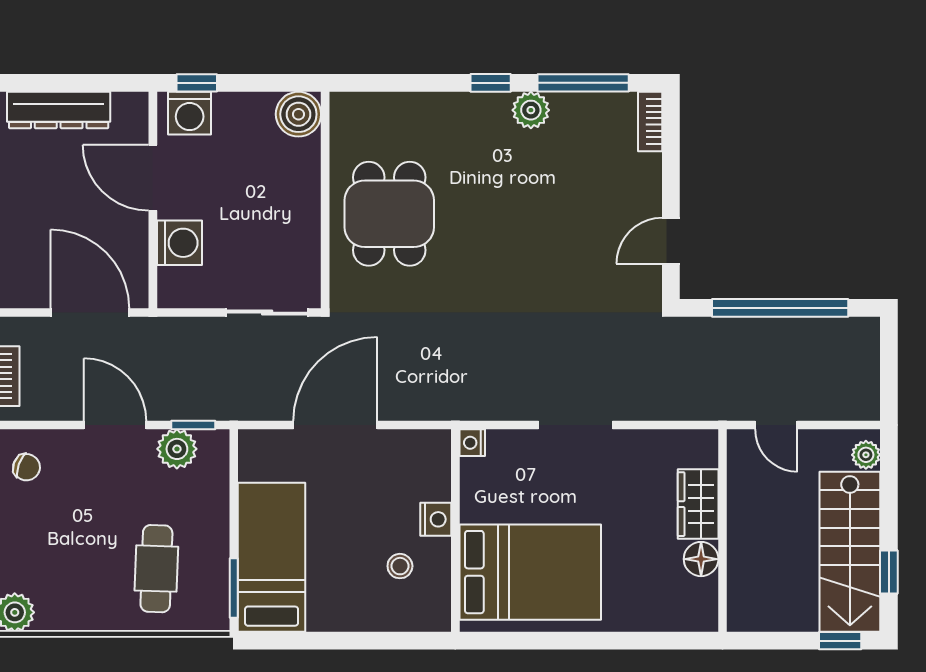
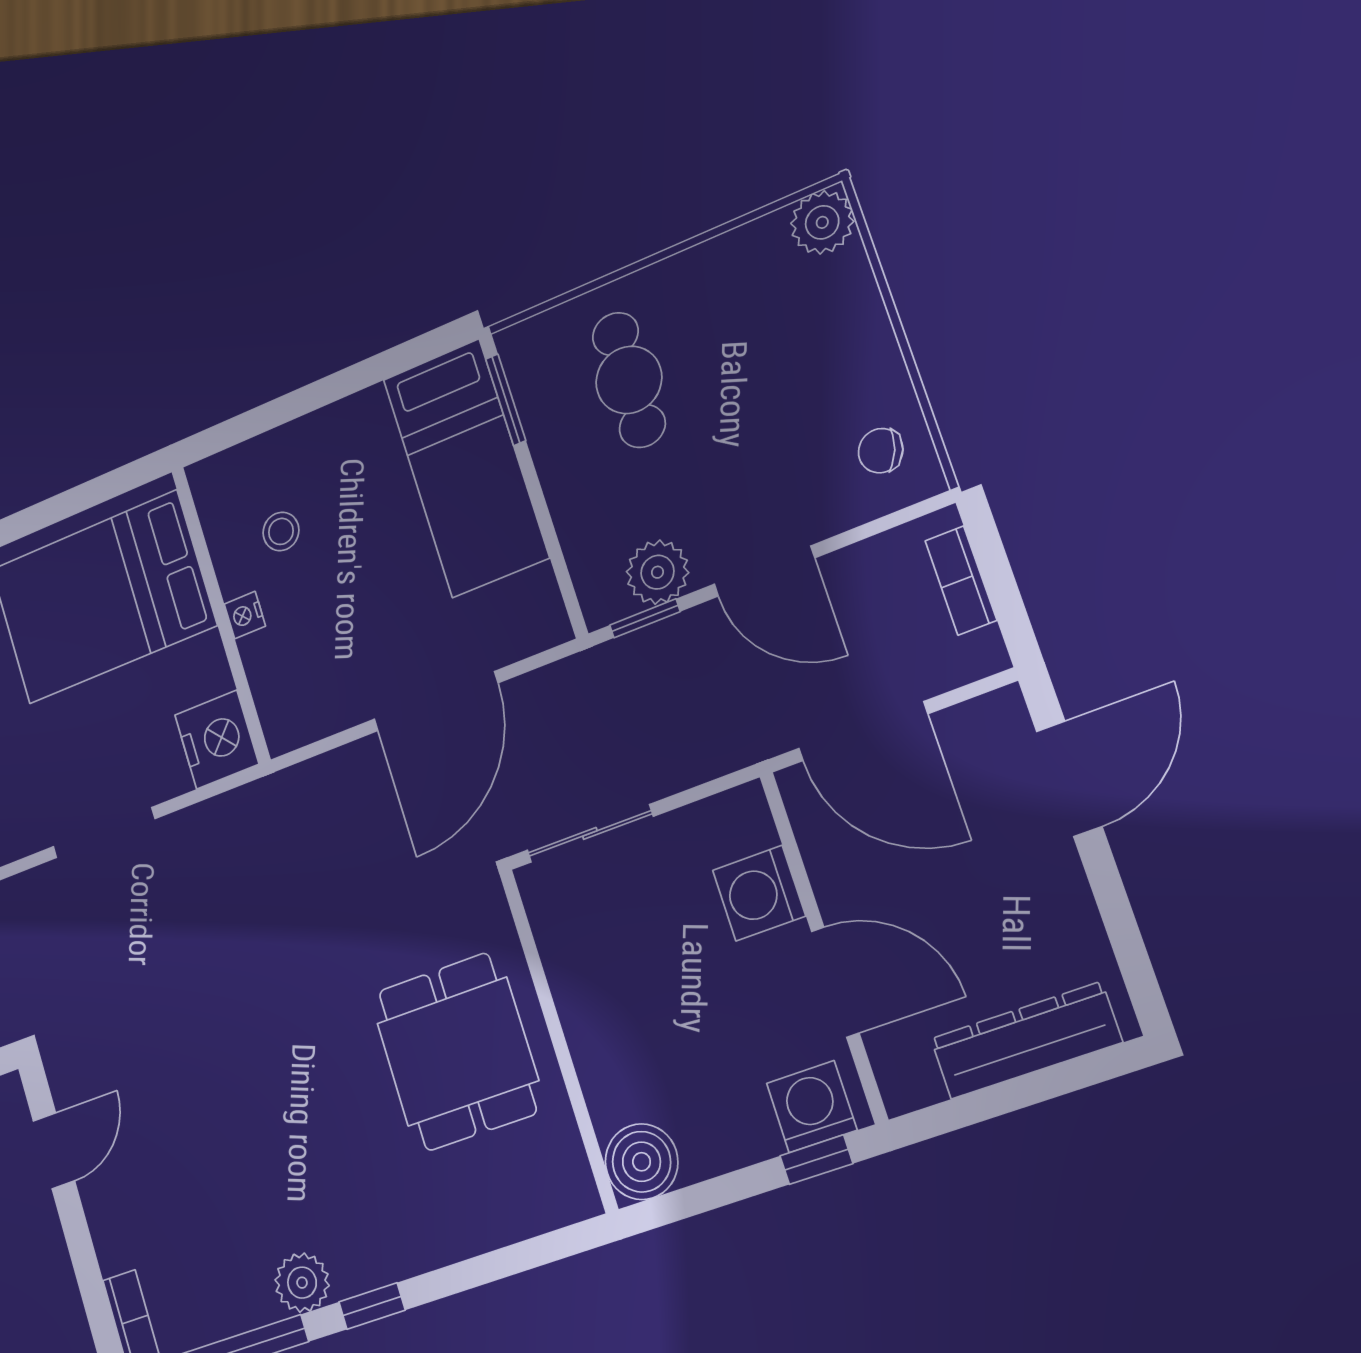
nightstand: (472, 443) -> (217, 739), width x1.89, depth x1.79
nightstand: (436, 519) -> (245, 615), width x0.72, depth x0.74

